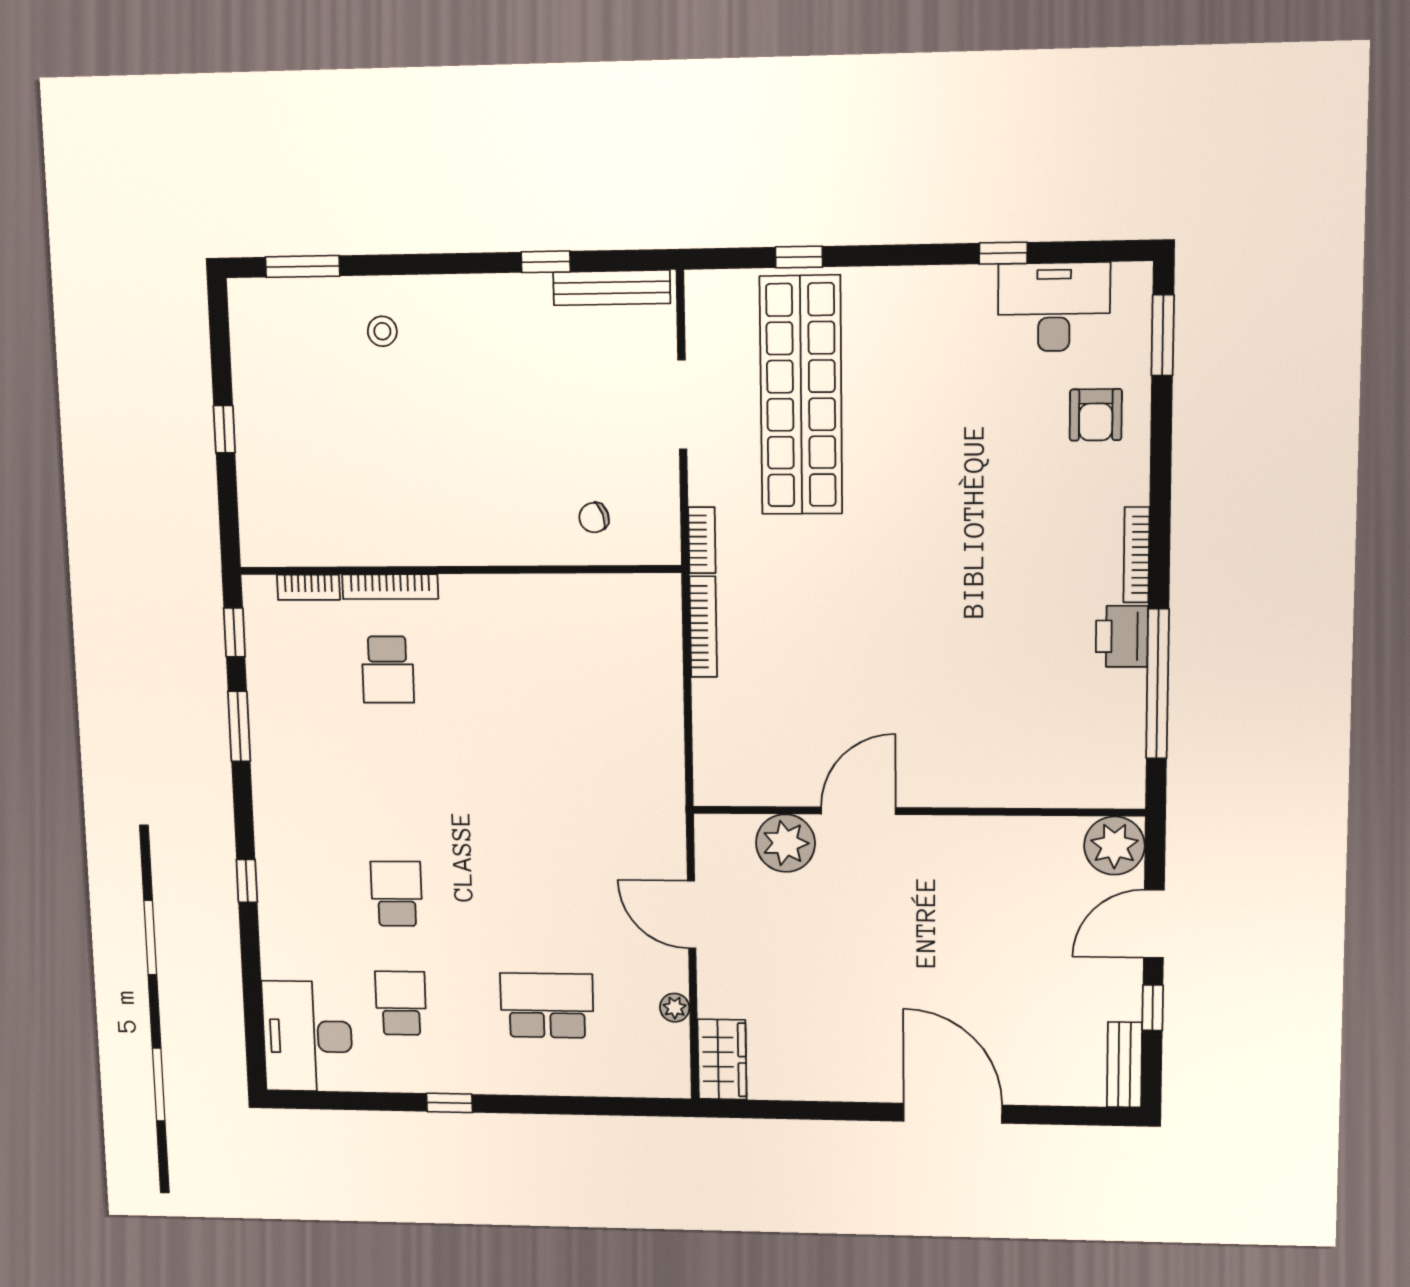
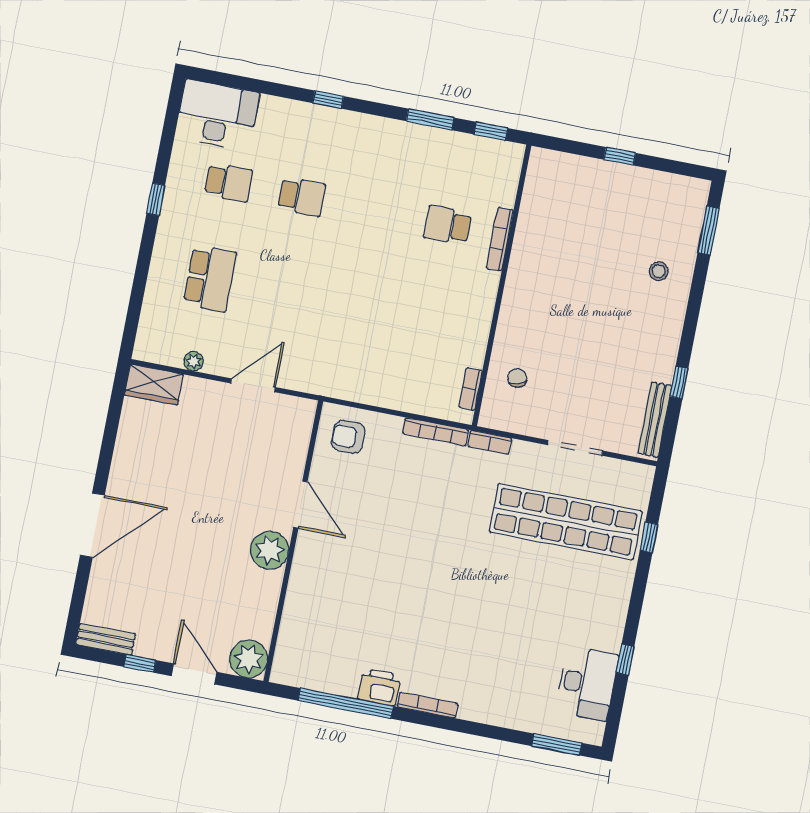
armchair: (1096, 415) -> (348, 437), moved
bookcase: (308, 587) -> (471, 389), moved
plant: (786, 843) -> (270, 550), moved

